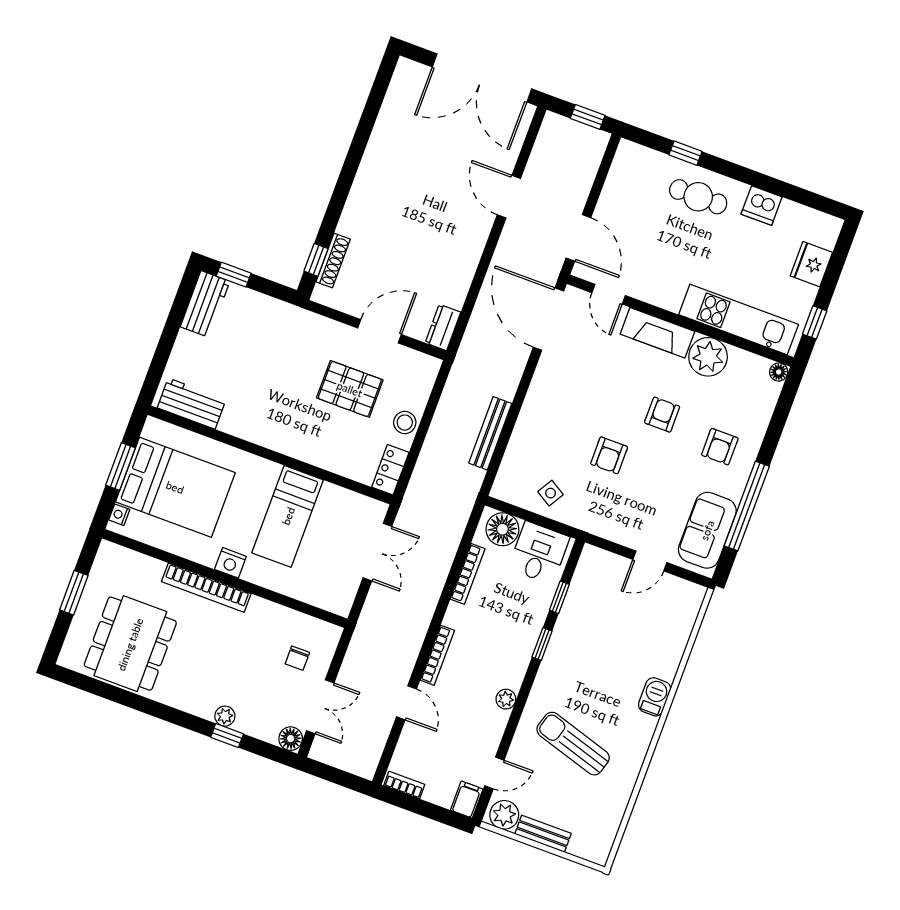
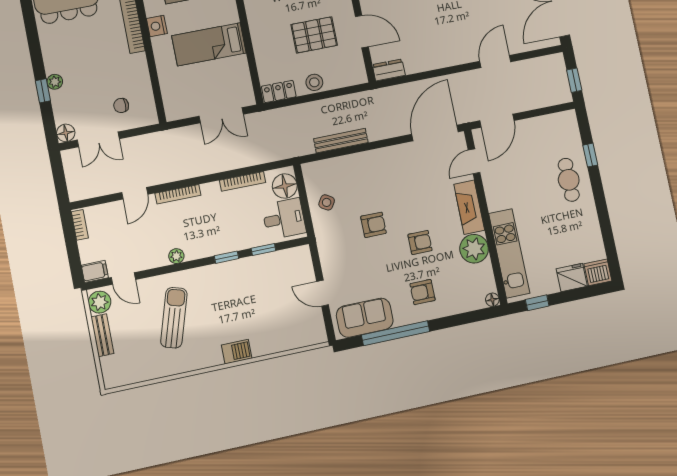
dishwasher: (762, 205) -> (598, 272), moved, turned 90
pallet: (350, 389) -> (314, 35), turned 90
armchair: (609, 455) -> (373, 225), turned 180

